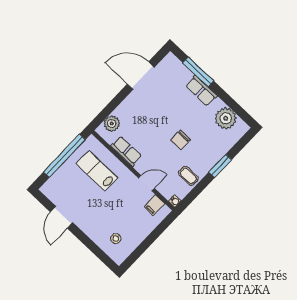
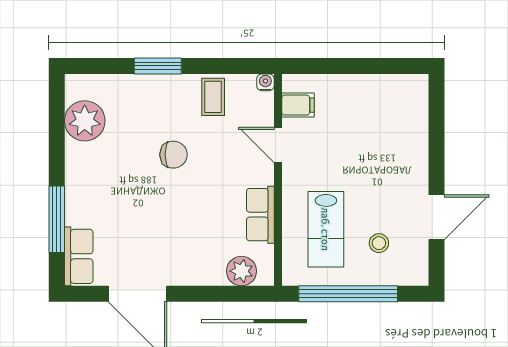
row of seats: (201, 91) -> (79, 256), moved
stool: (116, 239) -> (379, 243), moved

